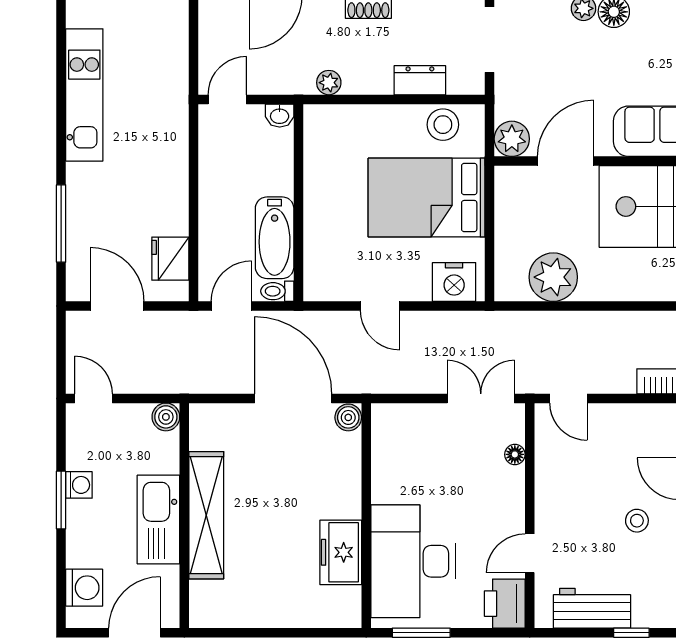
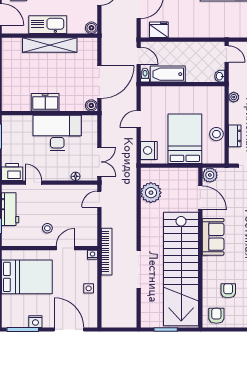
stool: (443, 125) -> (216, 134), moved
freezer: (341, 552) -> (45, 102), moved
desk: (413, 561) -> (57, 133), moved

